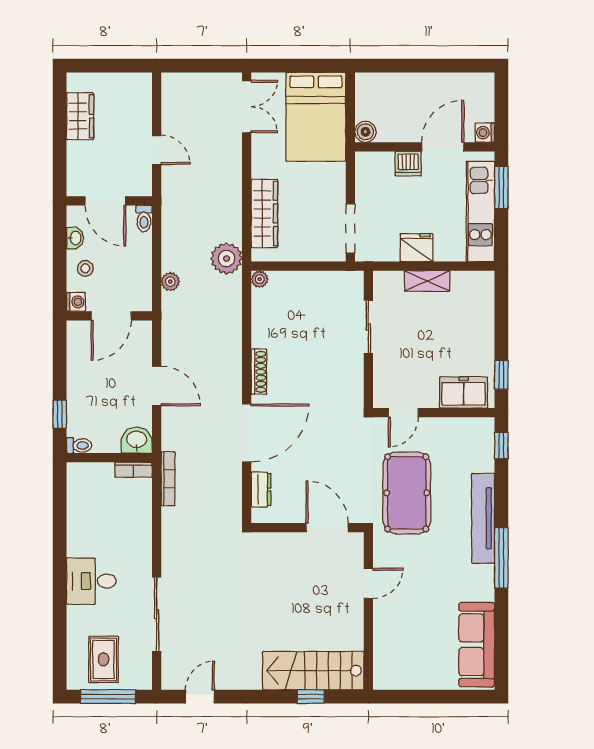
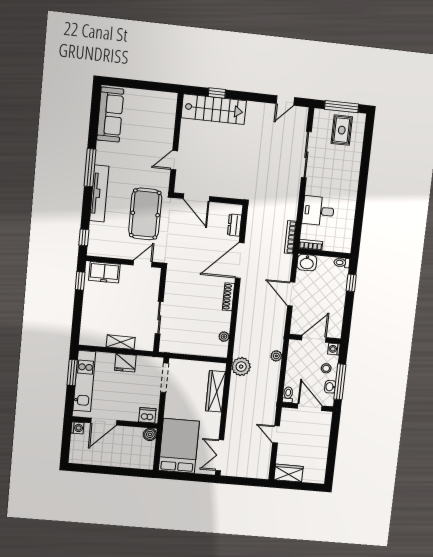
wardrobe: (80, 116) -> (289, 473), moved, turned 90
dishwasher: (408, 164) -> (147, 415), moved
window: (501, 188) -> (72, 373), moved
window: (60, 248) -> (340, 382), added
plant: (260, 279) -> (224, 337), moved
desk: (91, 581) -> (318, 211), moved, turned 180

